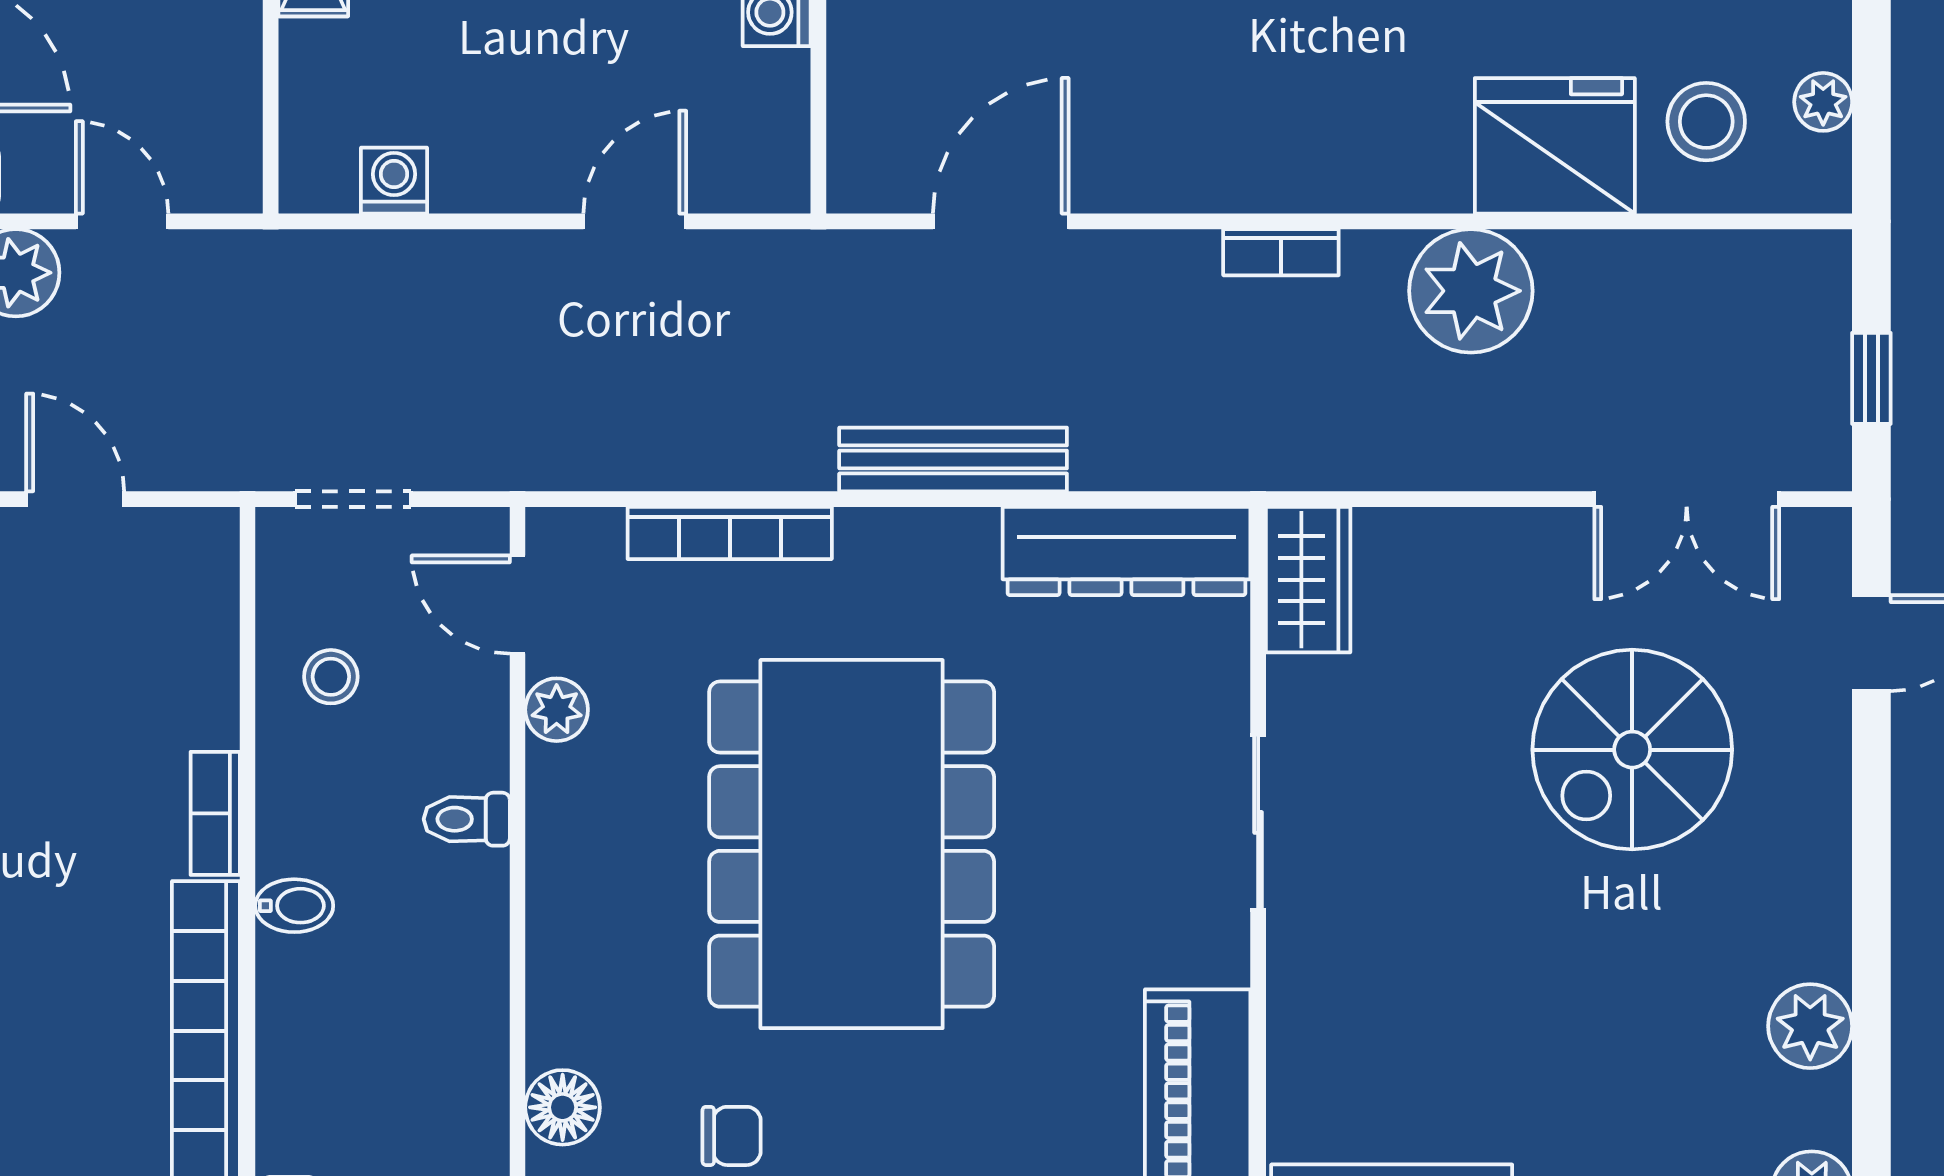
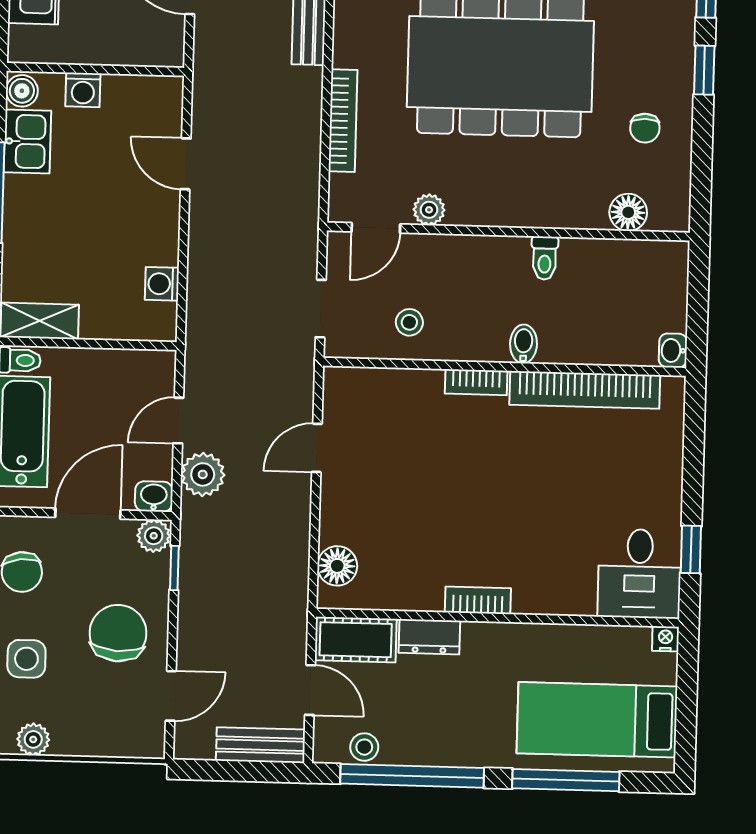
toilet: (467, 819) -> (545, 258), moved
chair: (732, 1136) -> (645, 128), turned 180

